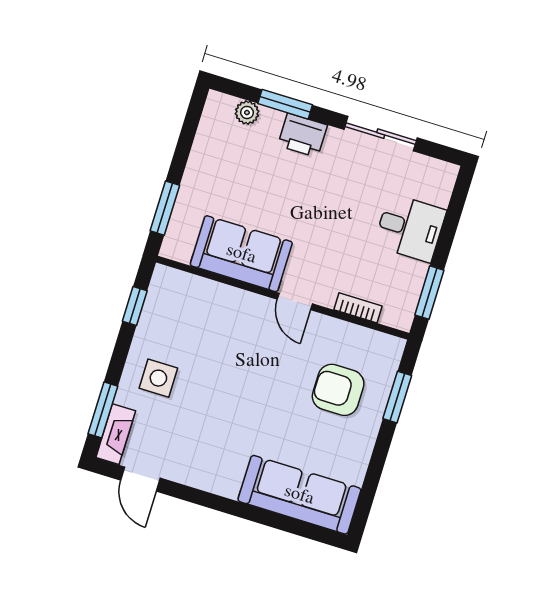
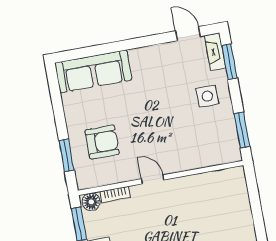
window: (165, 208) -> (254, 194), removed
sofa: (241, 254) -> (197, 191), removed
window: (135, 306) -> (242, 130), width x1.50
floor lamp: (396, 315) -> (91, 202), added

